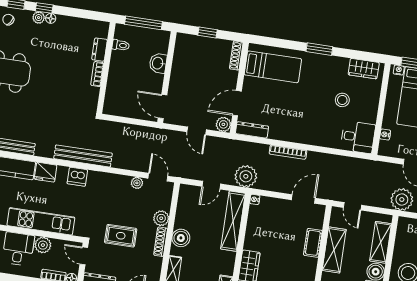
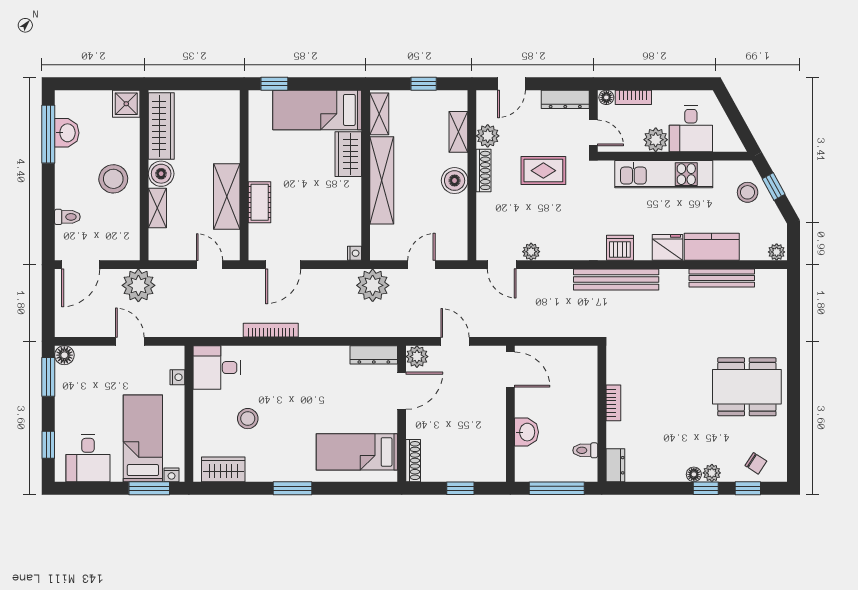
dresser: (99, 50) -> (615, 465), moved
bookcase: (288, 152) -> (271, 330), moved
plant: (161, 218) -> (488, 136), moved
shelving: (233, 221) -> (382, 180), moved
shelving: (381, 242) -> (157, 208), width x0.67, depth x0.75

